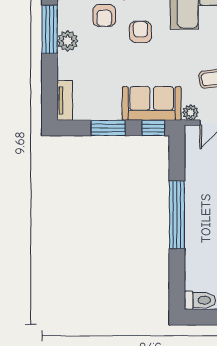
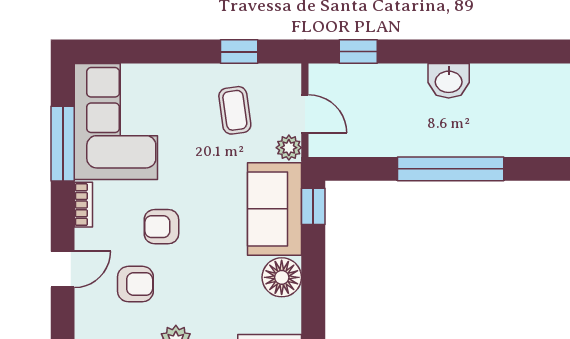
floor lamp: (108, 108) -> (282, 277), added
window: (108, 128) -> (313, 278), removed

